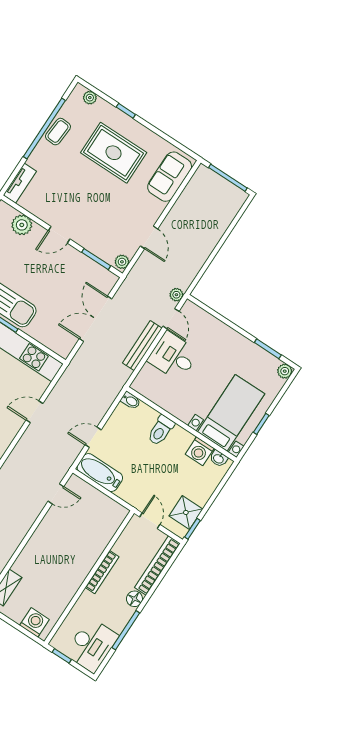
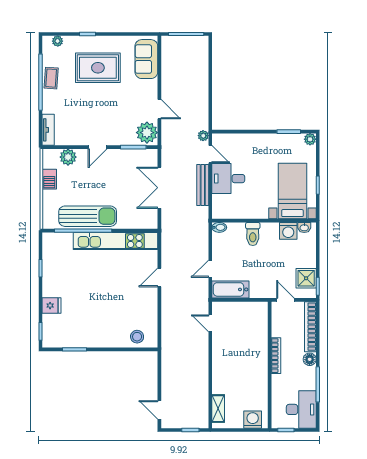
plant: (122, 262) -> (147, 133), width x1.88, depth x1.88
door: (56, 494) -> (210, 323), swing flipped

